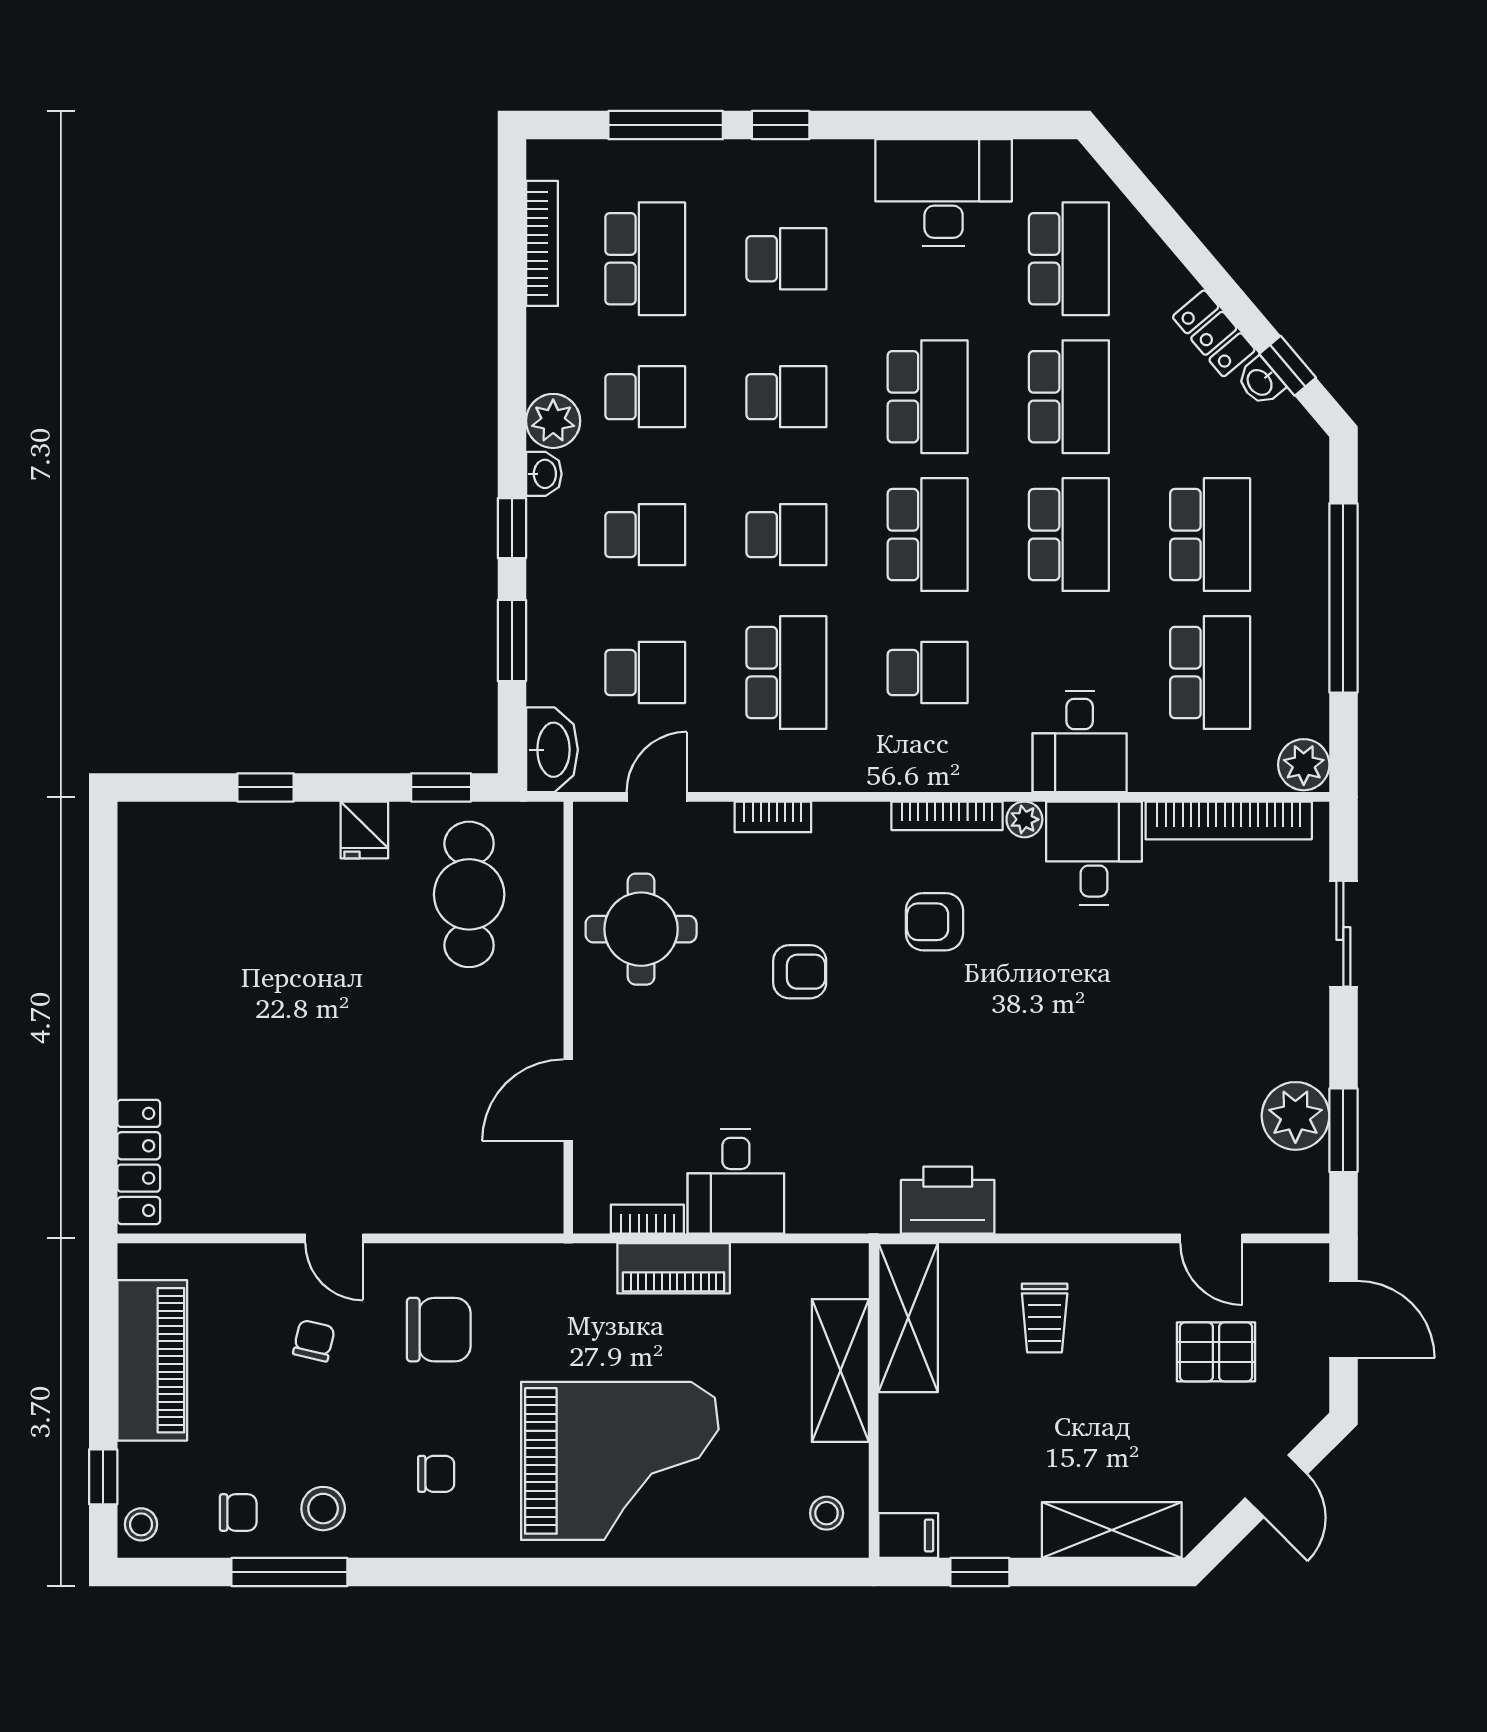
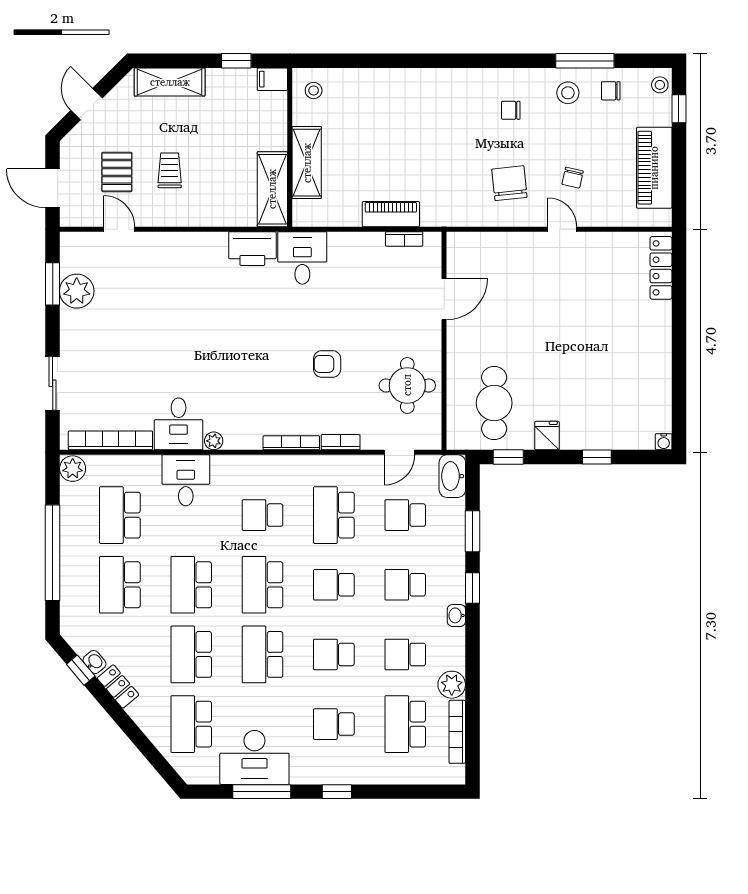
window: (666, 125) -> (262, 792), moved
plant: (553, 421) -> (452, 685), moved
bookcase: (947, 816) -> (291, 443), moved
water cooler: (133, 818) -> (664, 442), added
armchair: (934, 922) -> (259, 389), removed
desk: (736, 1182) -> (302, 258), moved
trolley: (1045, 1318) -> (170, 170), moved
chair: (439, 1330) -> (509, 183), turned 84
pallet: (1216, 1352) -> (117, 172), turned 90
grand piano: (620, 1461) -> (418, 117), removed

